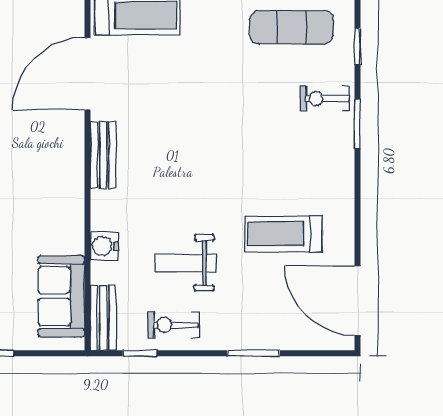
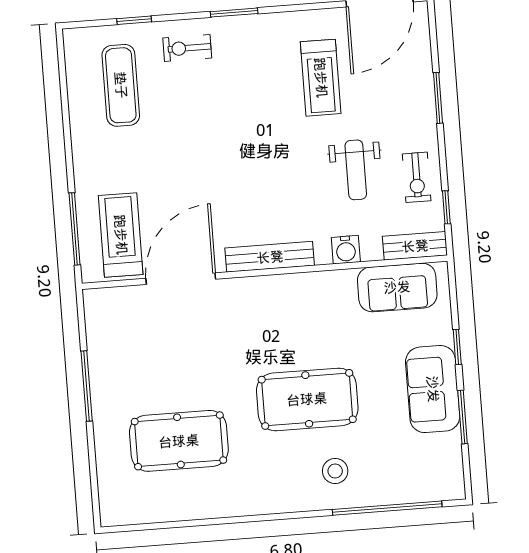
door: (88, 74) -> (181, 279), swing flipped
exercise bike: (325, 99) -> (187, 48), turned 90
window: (358, 124) -> (234, 13), moved
bench: (103, 155) -> (270, 257), width x1.36

